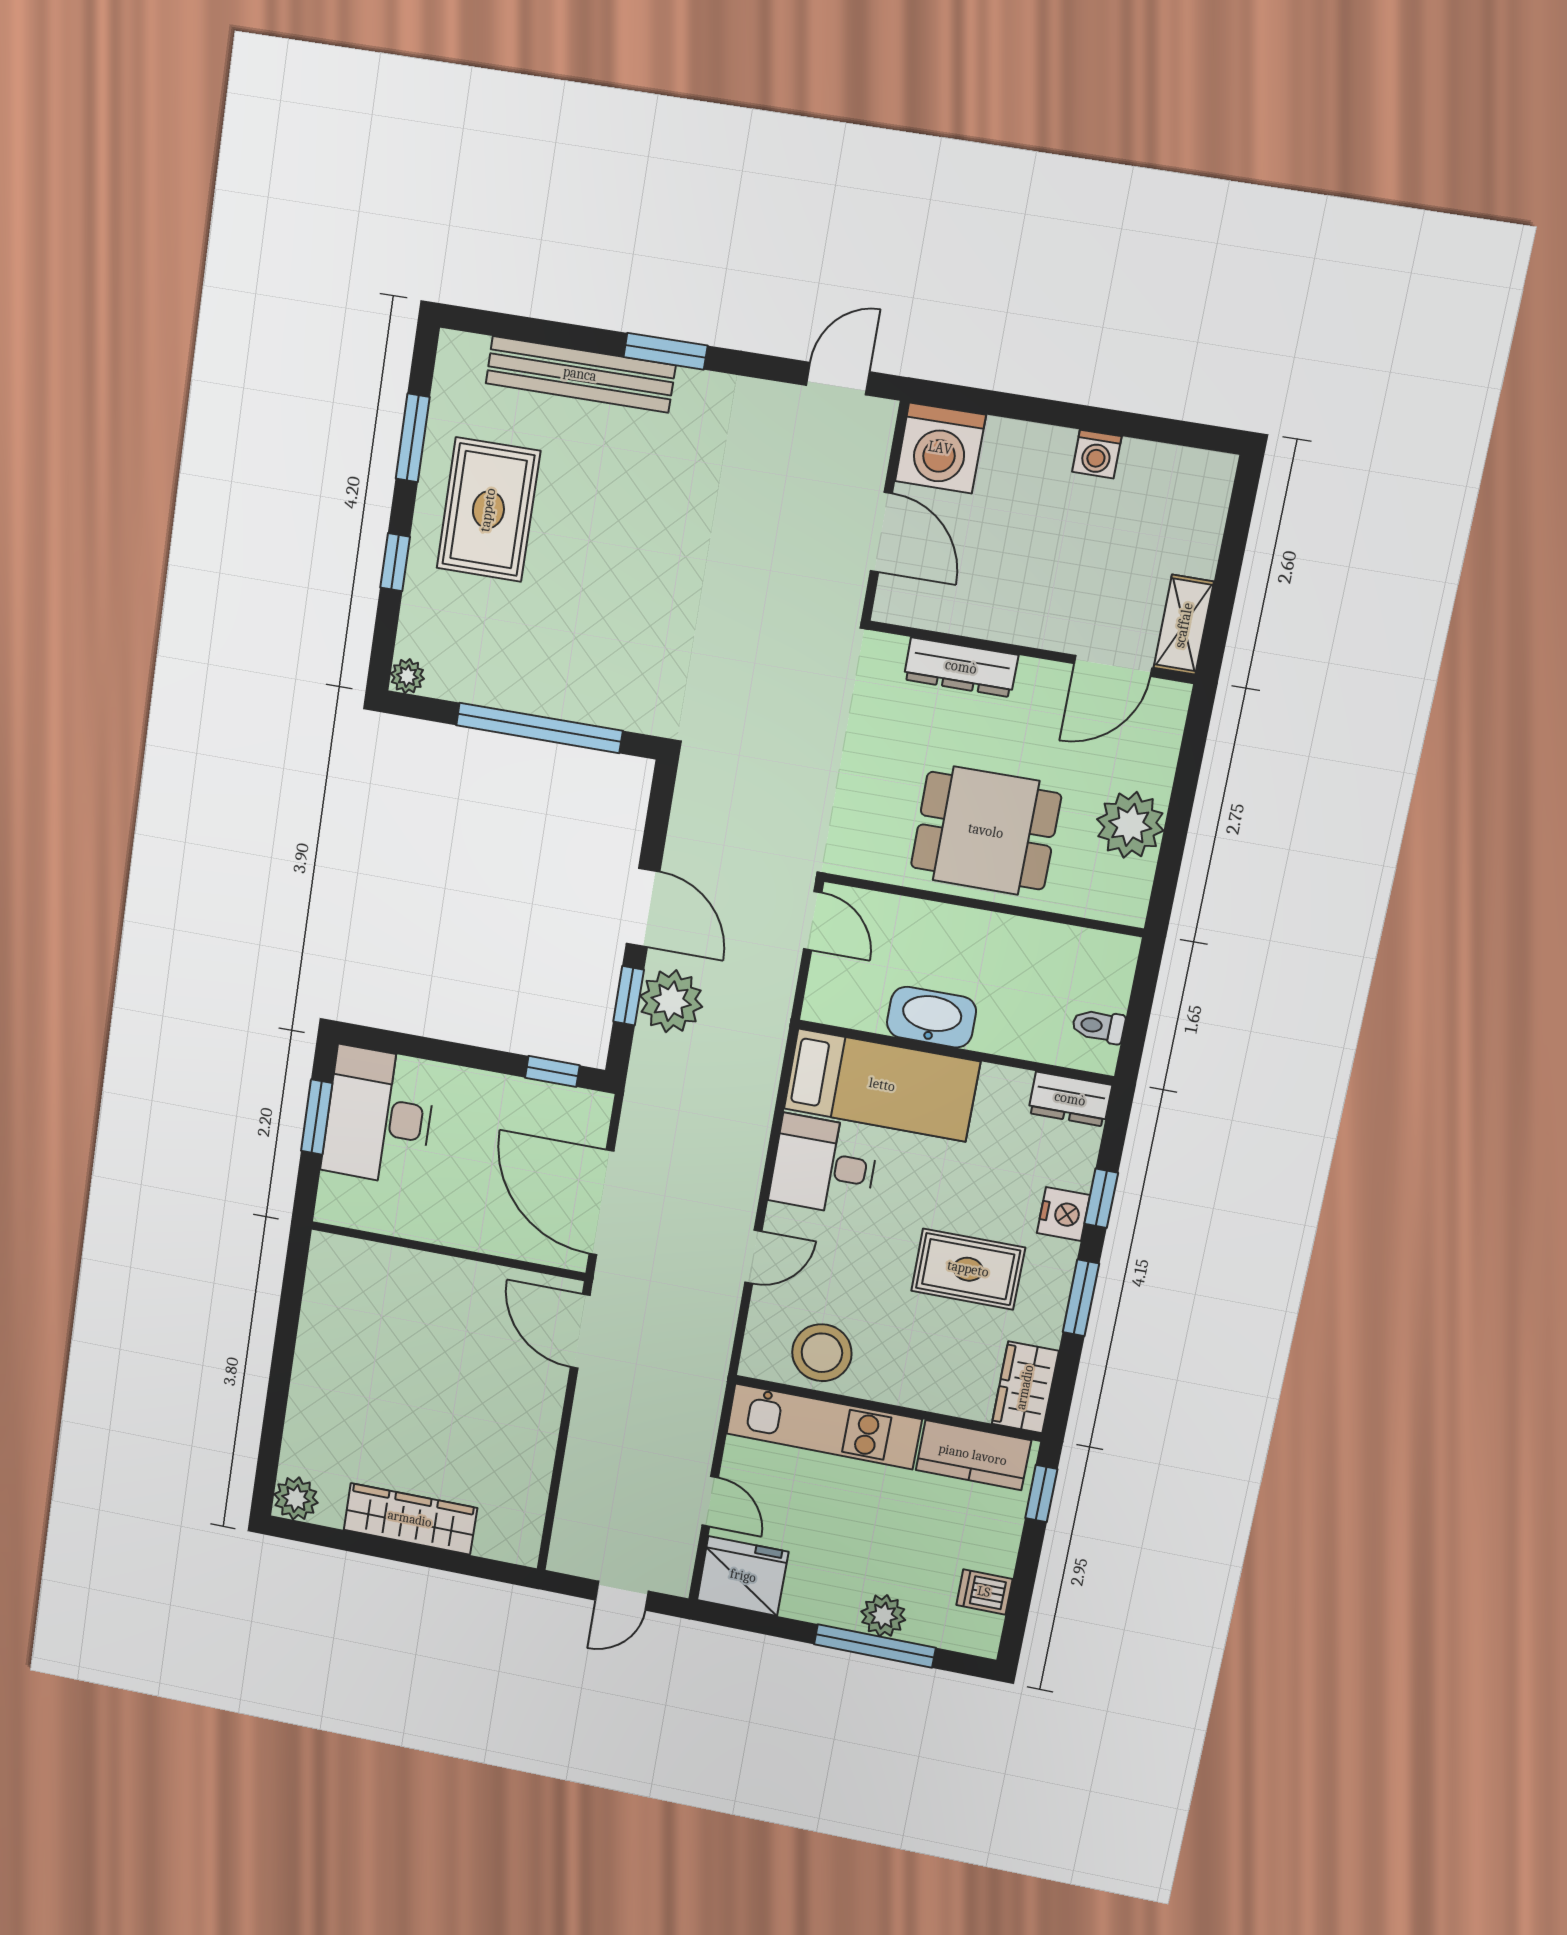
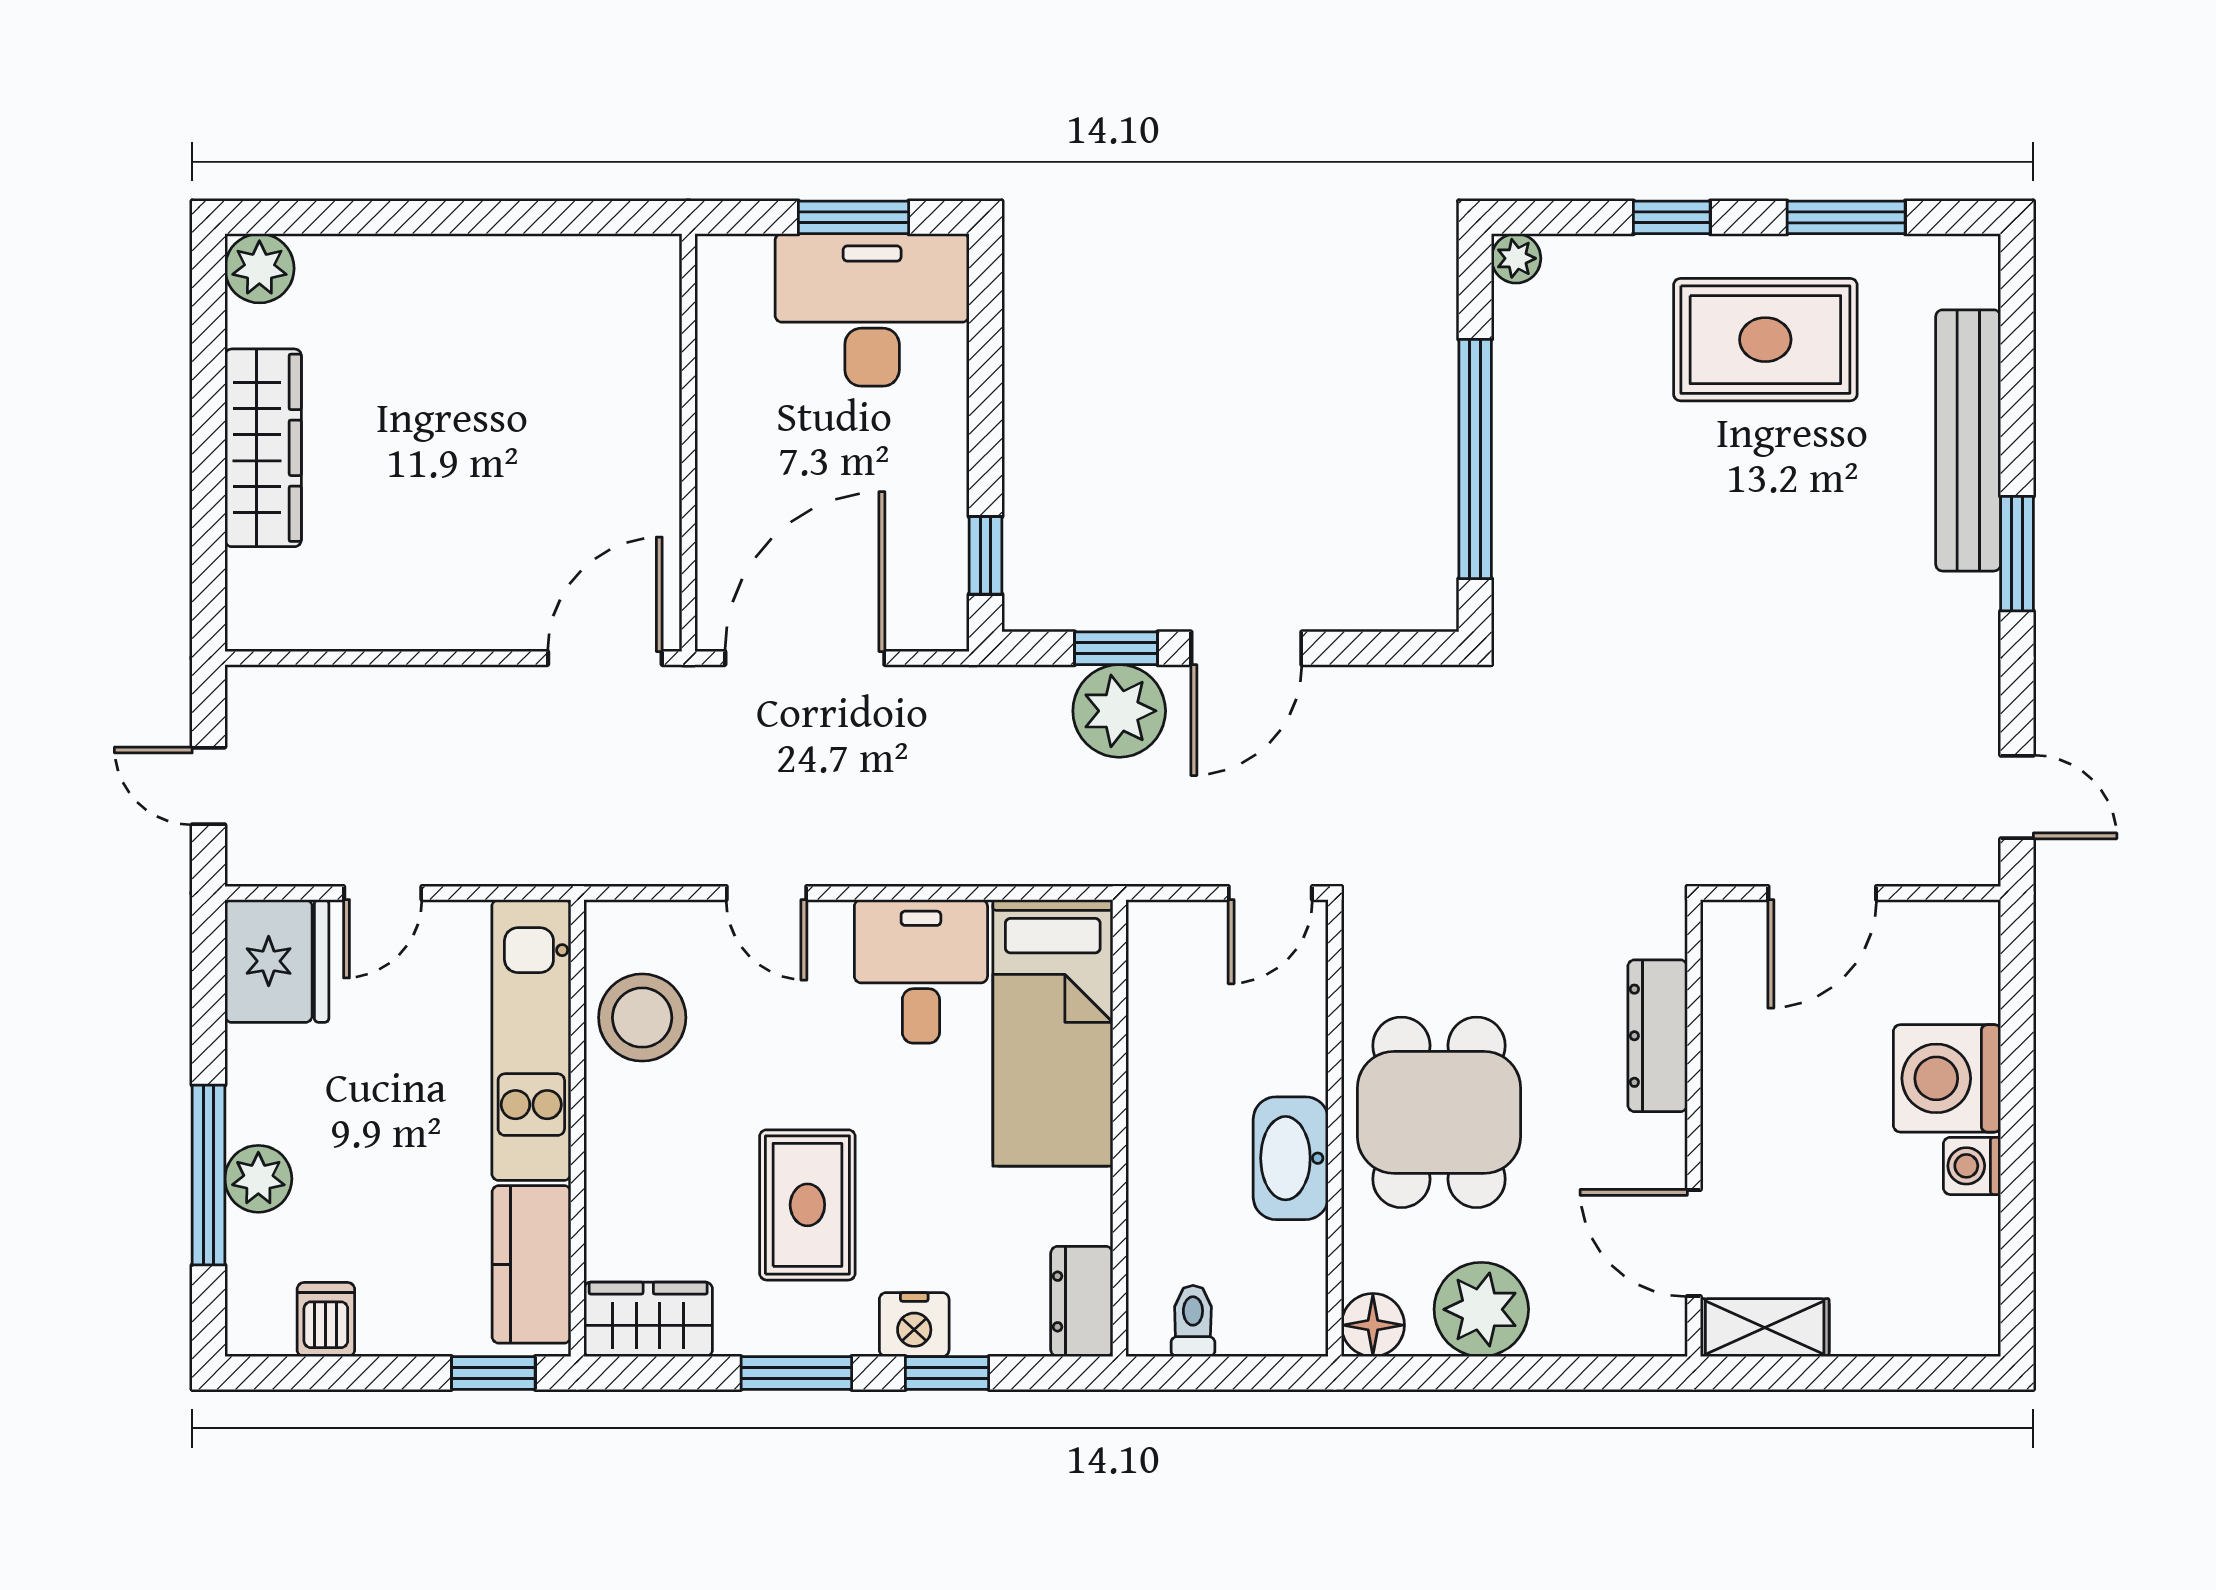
washing machine: (940, 448) -> (1947, 1078), moved
floor lamp: (1126, 903) -> (1373, 1325), added
washbasin: (931, 1017) -> (1291, 1158), moved, turned 180

